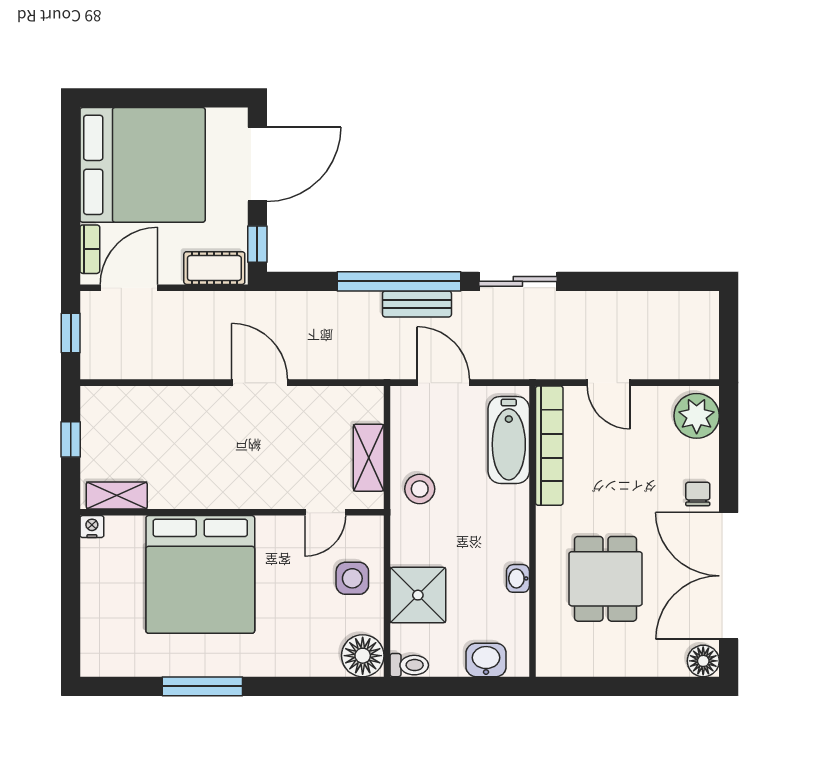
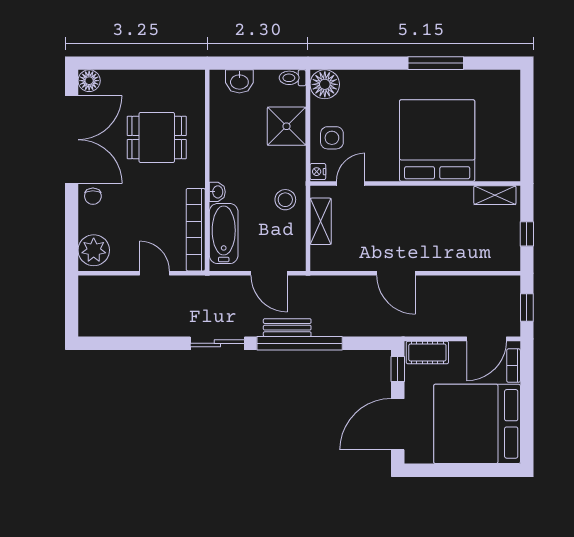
nightstand: (92, 527) -> (318, 172), moved, turned 90
washbasin: (518, 578) -> (217, 192), moved
dining table: (605, 579) -> (157, 137), turned 90

